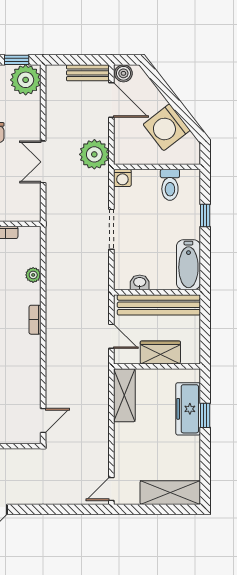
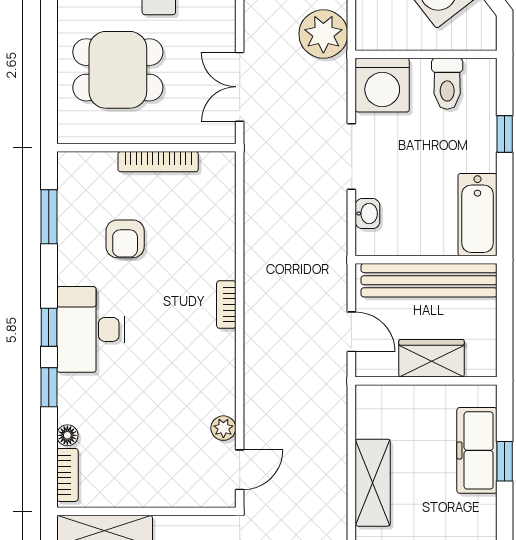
double door: (43, 162) -> (240, 87), moved
washing machine: (122, 178) -> (382, 85), width x1.89, depth x1.89
plant: (33, 275) -> (223, 428), moved
washbasin: (140, 282) -> (367, 214), moved, turned 90
shelving: (124, 395) -> (373, 483), moved

